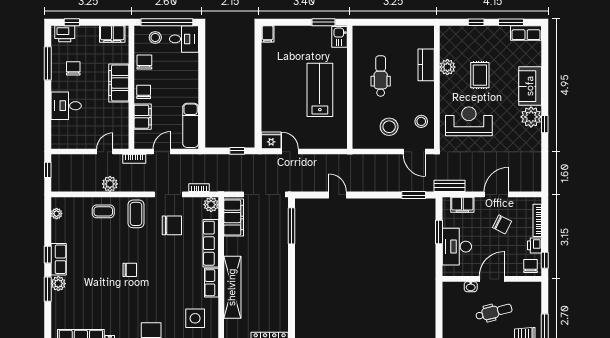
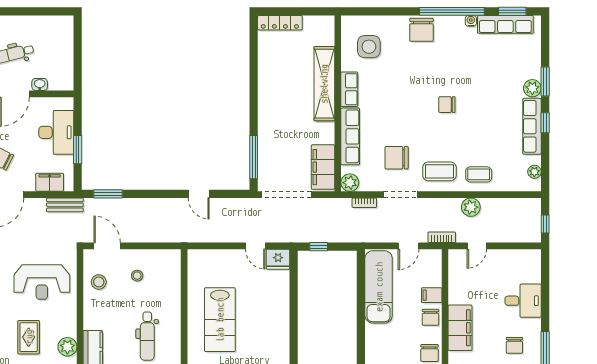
filing cabinet: (143, 117) -> (432, 295), width x0.50
exam couch: (191, 125) -> (379, 287), width x1.36, depth x1.45
stool: (389, 127) -> (137, 276), width x0.53, depth x0.53
coffee table: (136, 214) -> (439, 171), turned 90
row of seats: (59, 259) -> (532, 126), width x1.48

